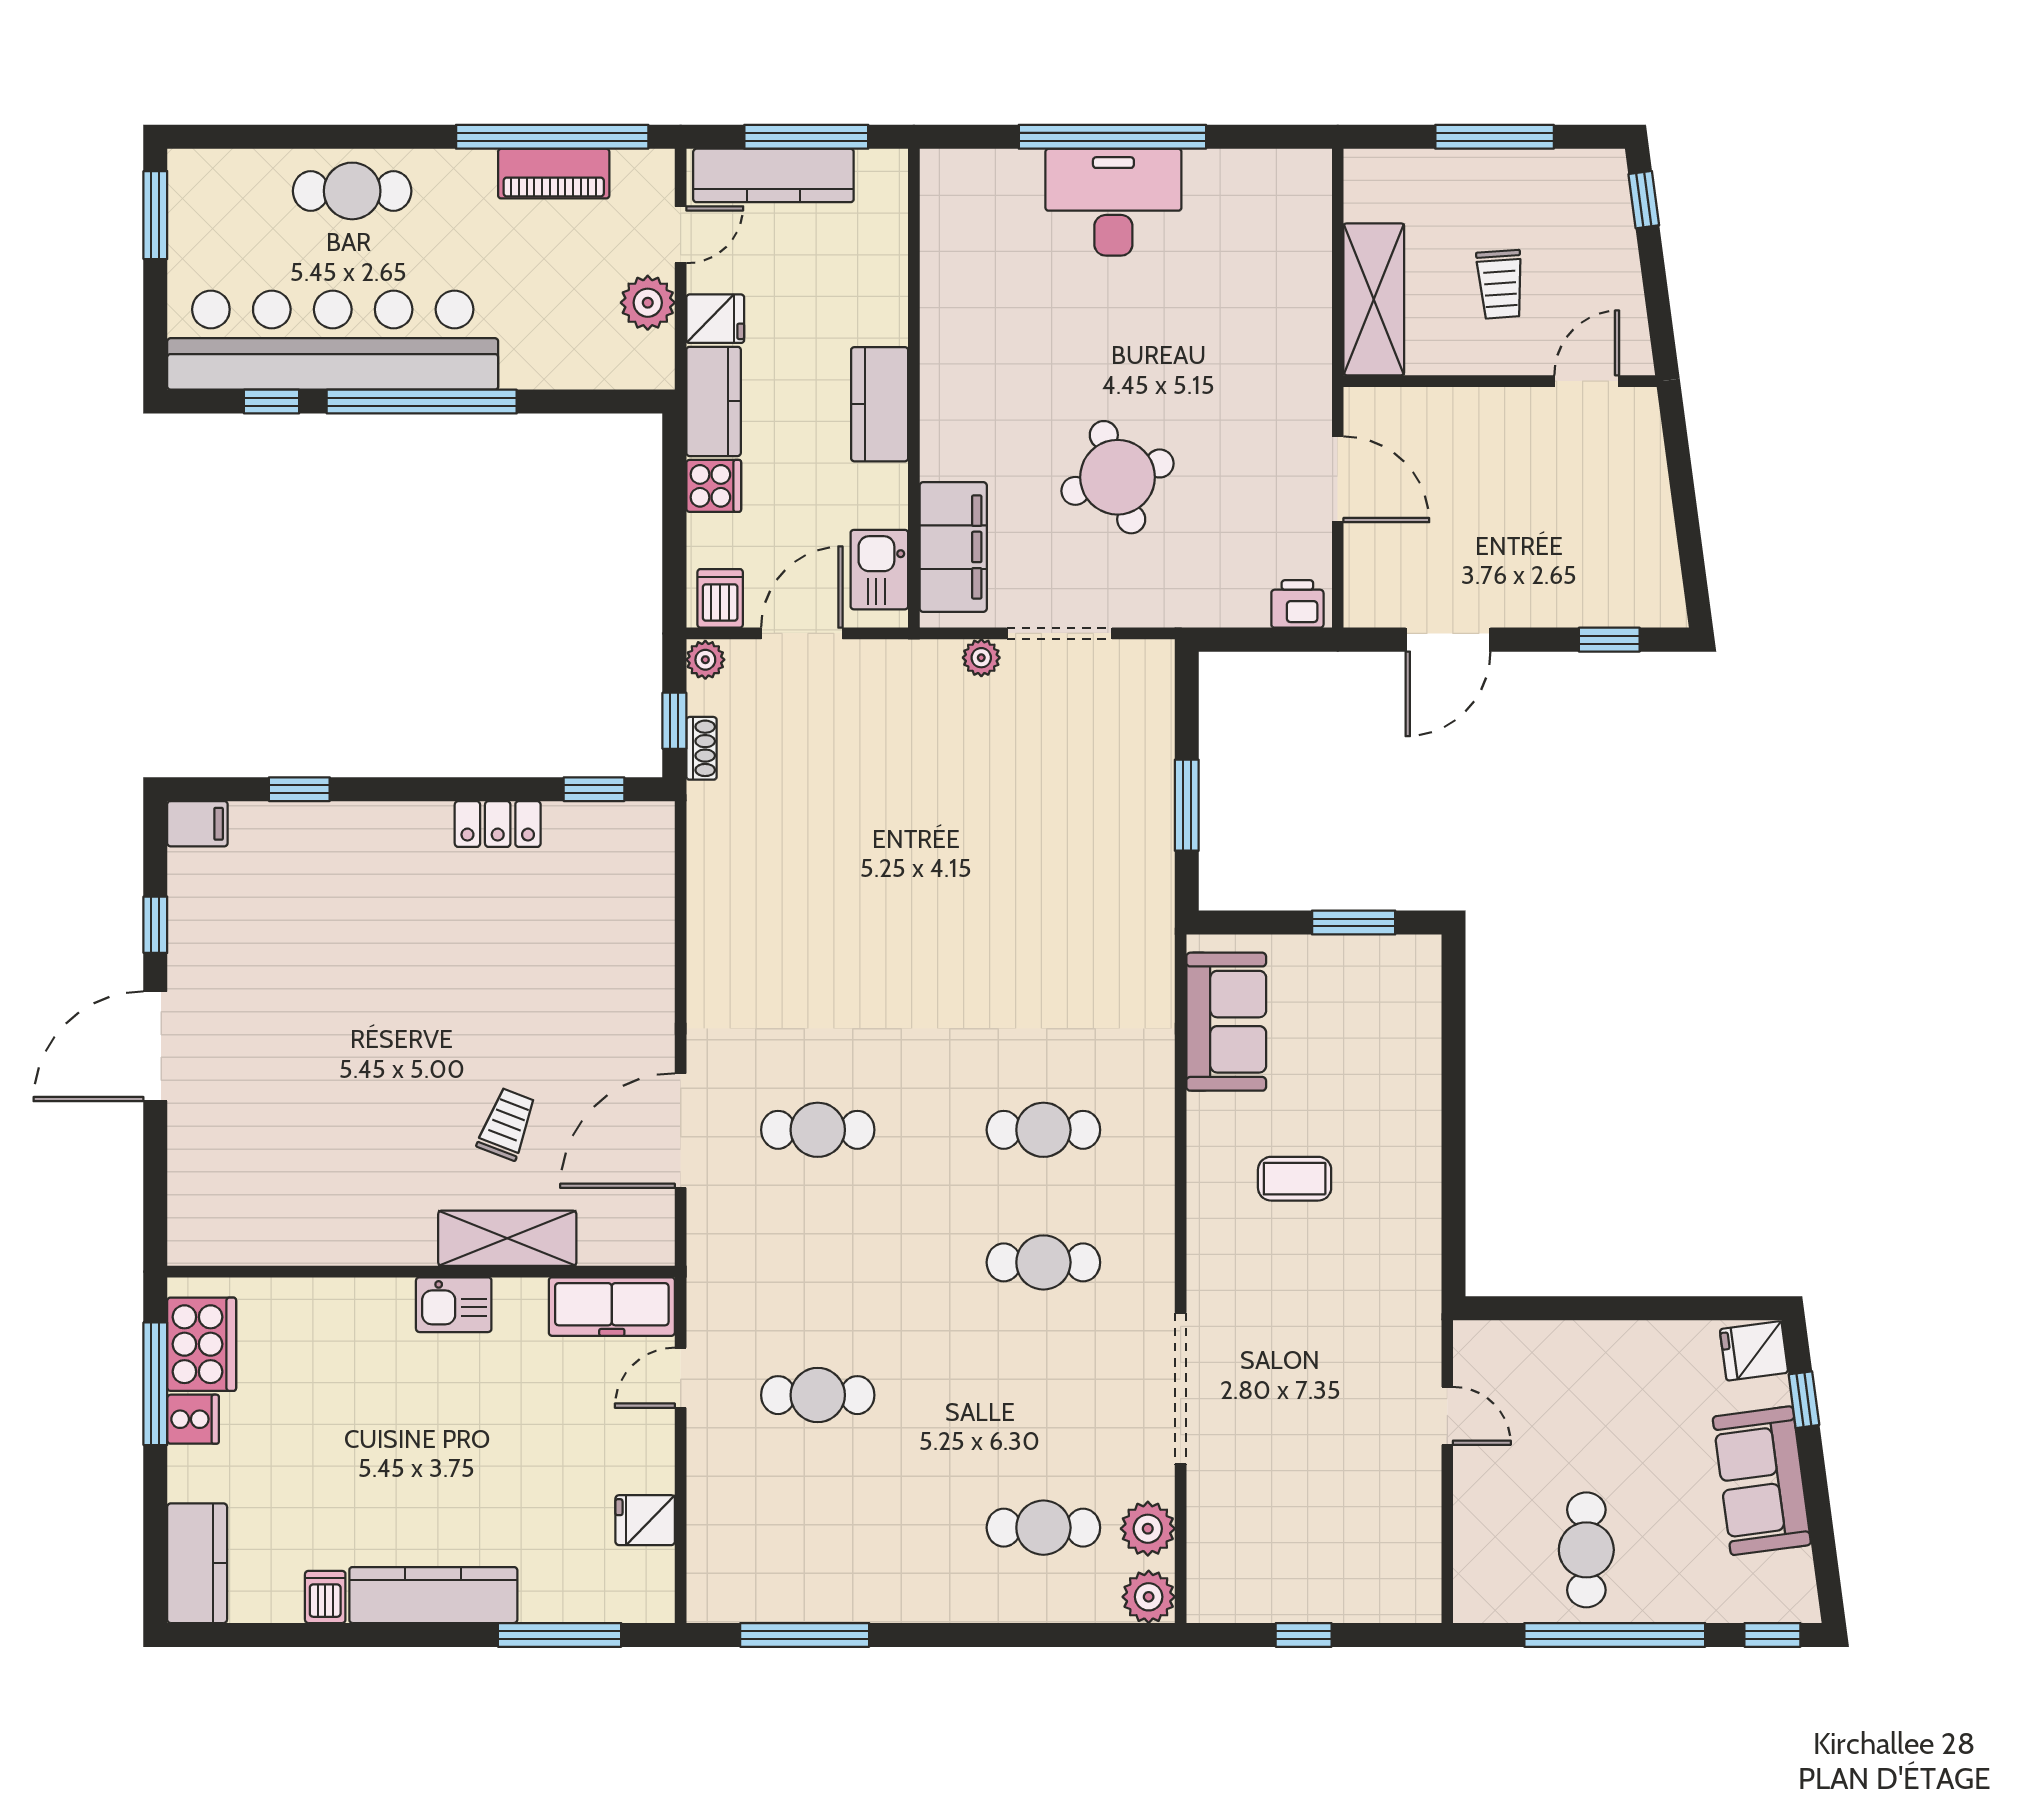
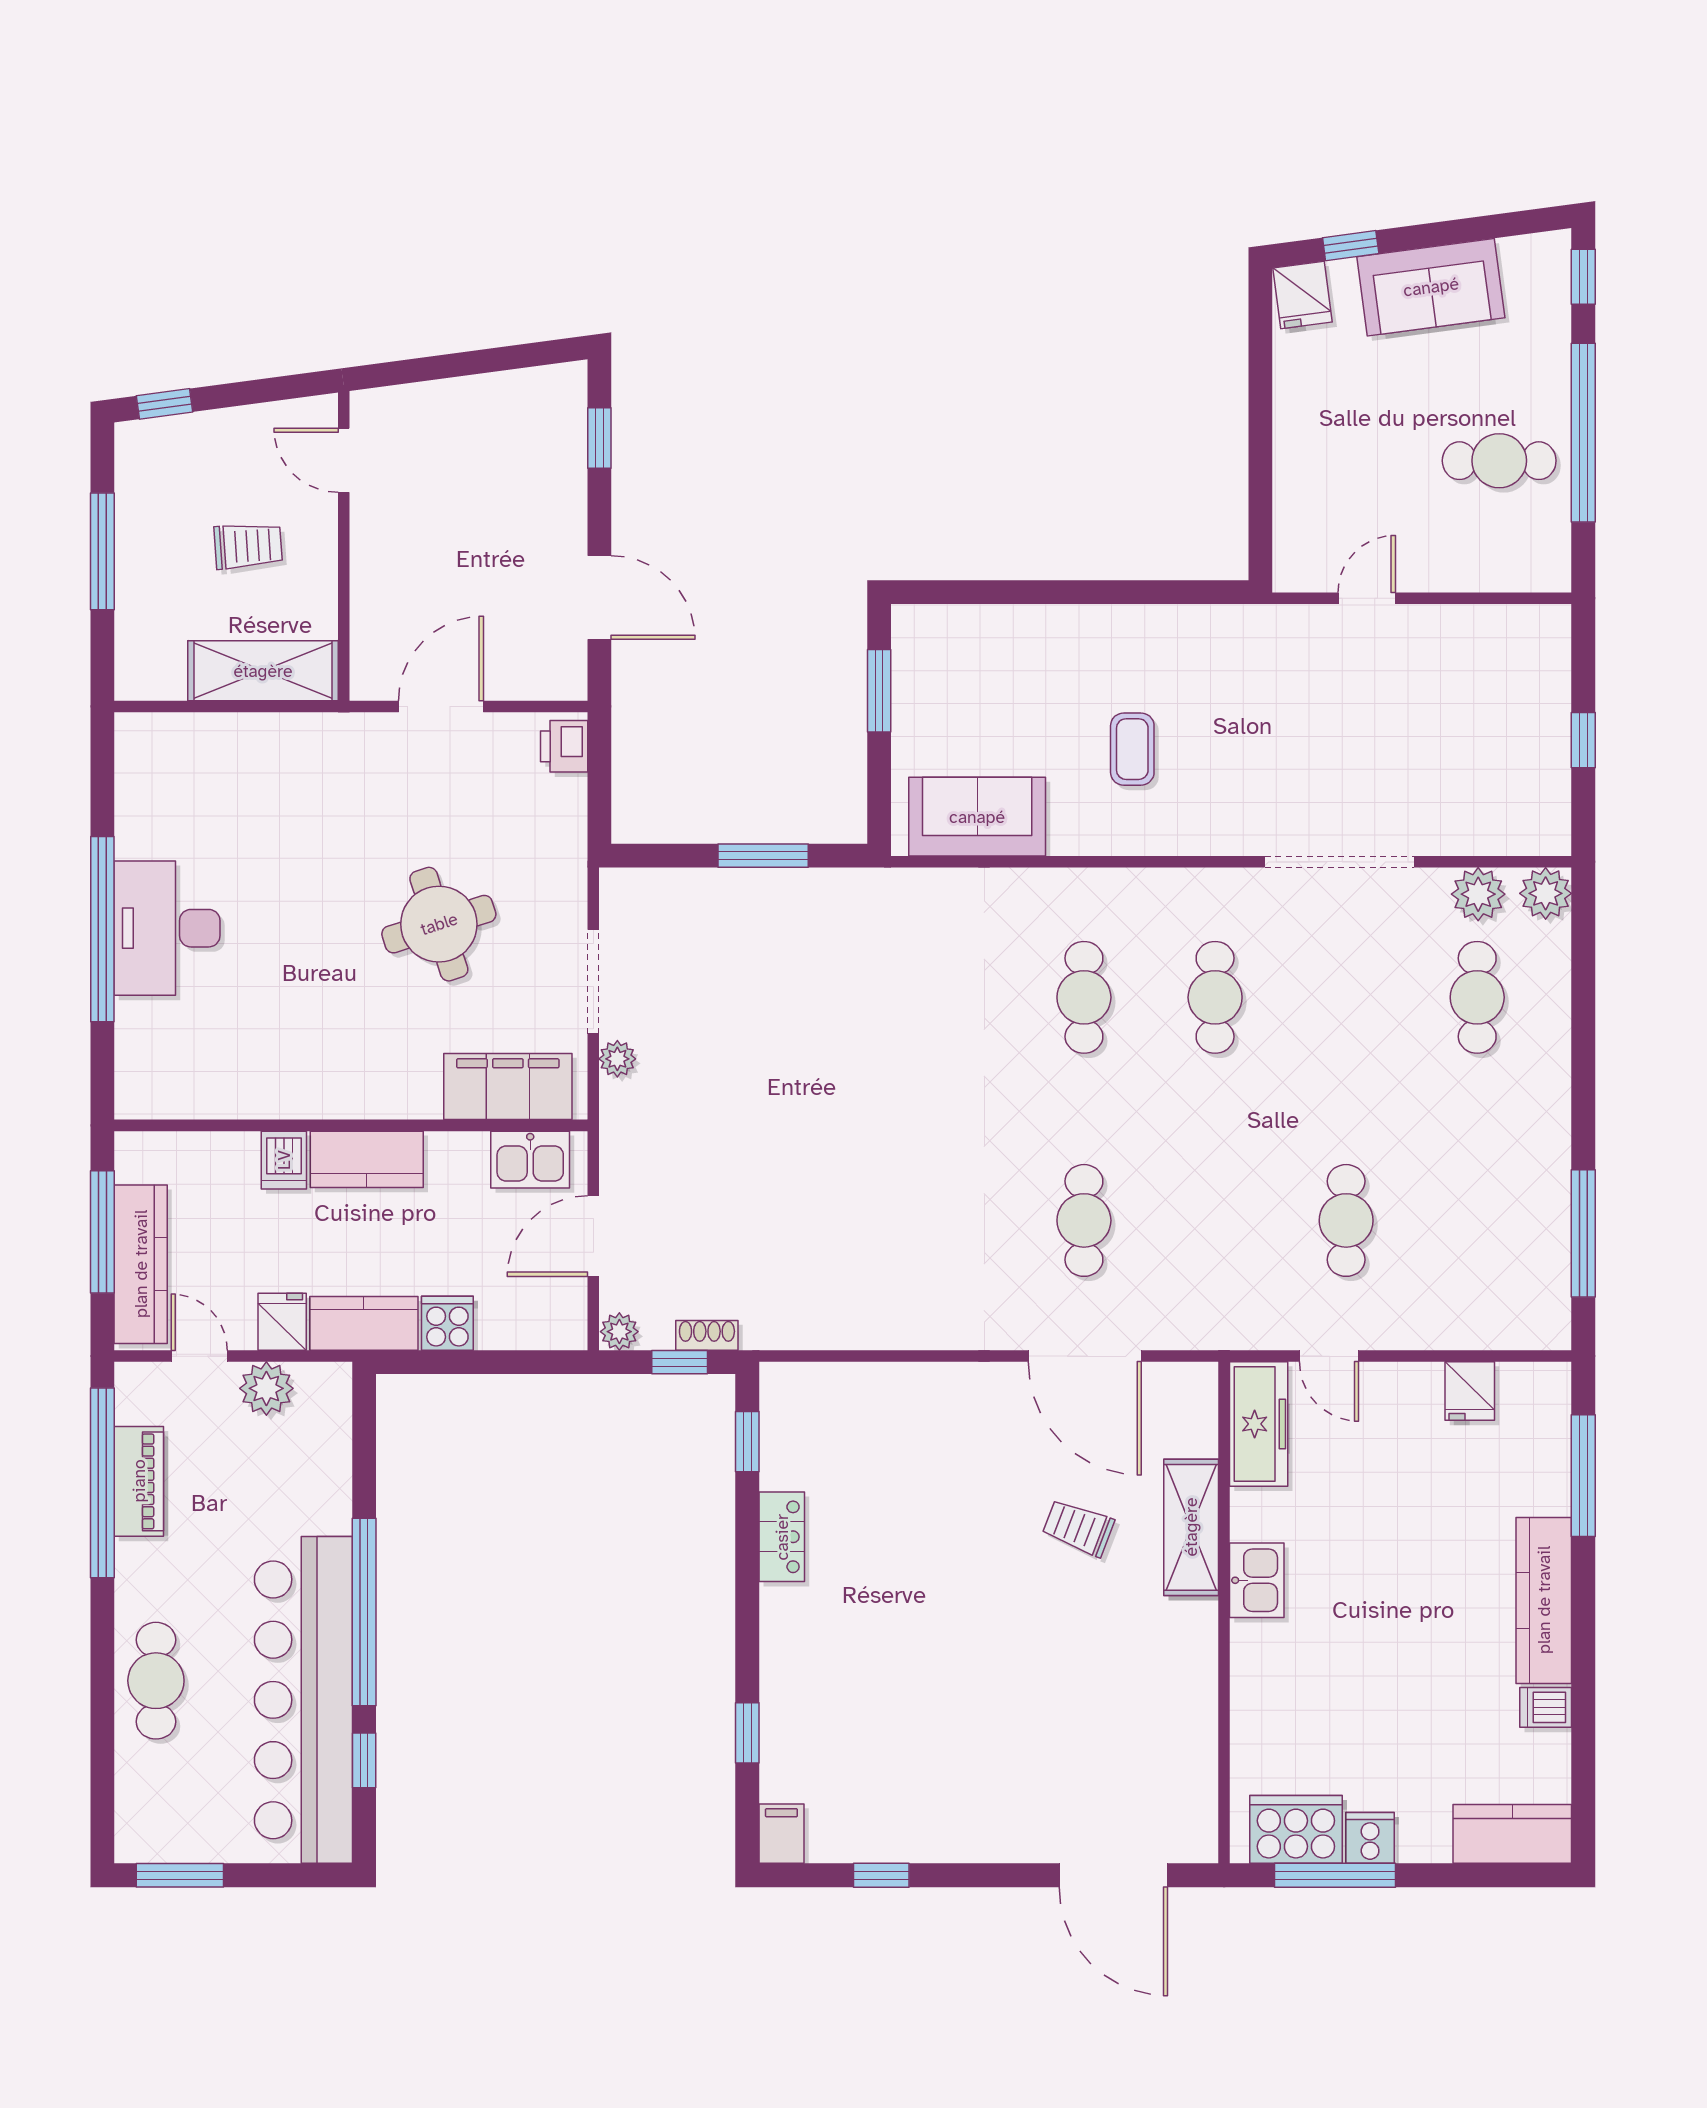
dishwasher: (720, 598) -> (284, 1160), moved, turned -90
door: (802, 633) -> (593, 1236), hinge flipped
door: (155, 1046) -> (1113, 1875), moved

